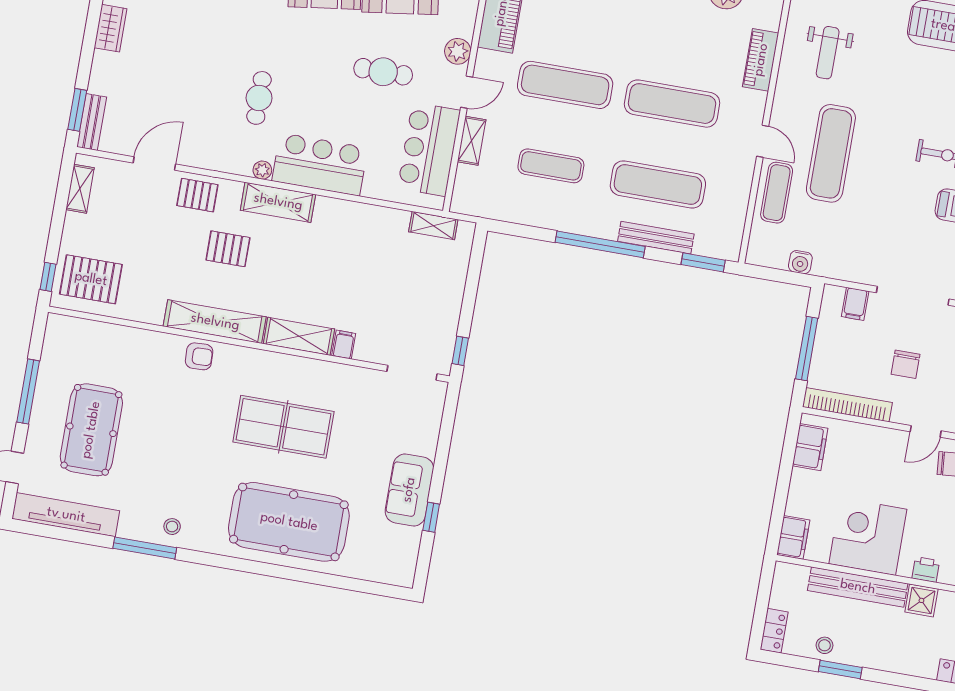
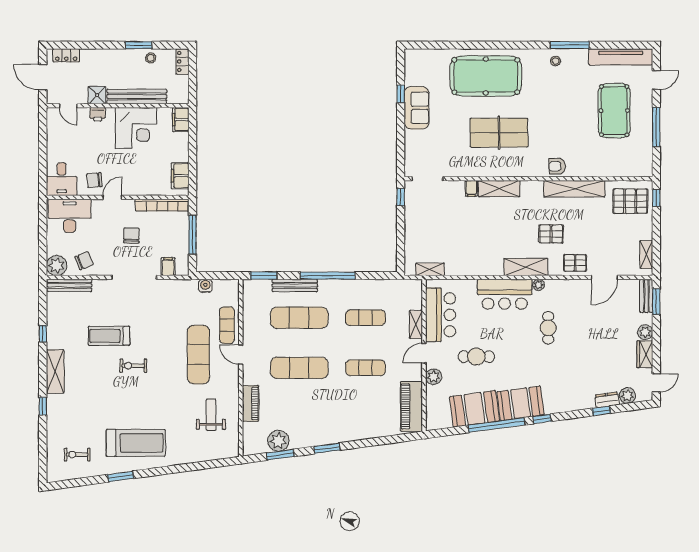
plant: (104, 64) -> (645, 332), added
exercise mat: (565, 85) -> (365, 368), width x0.73, depth x0.69
shelving: (215, 322) -> (574, 189), moved

